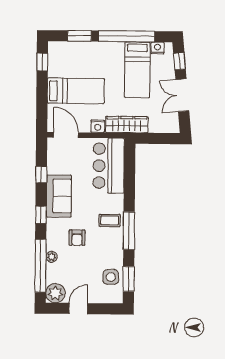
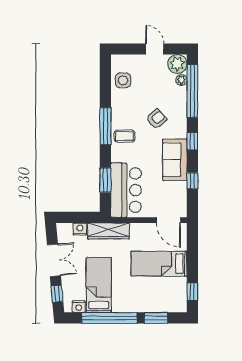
nightstand: (98, 126) -> (80, 229), moved
armchair: (77, 238) -> (157, 119), turned 48
plant: (52, 257) -> (181, 80), moved
window: (129, 279) -> (105, 180), moved
door: (78, 309) -> (155, 49), swing flipped

